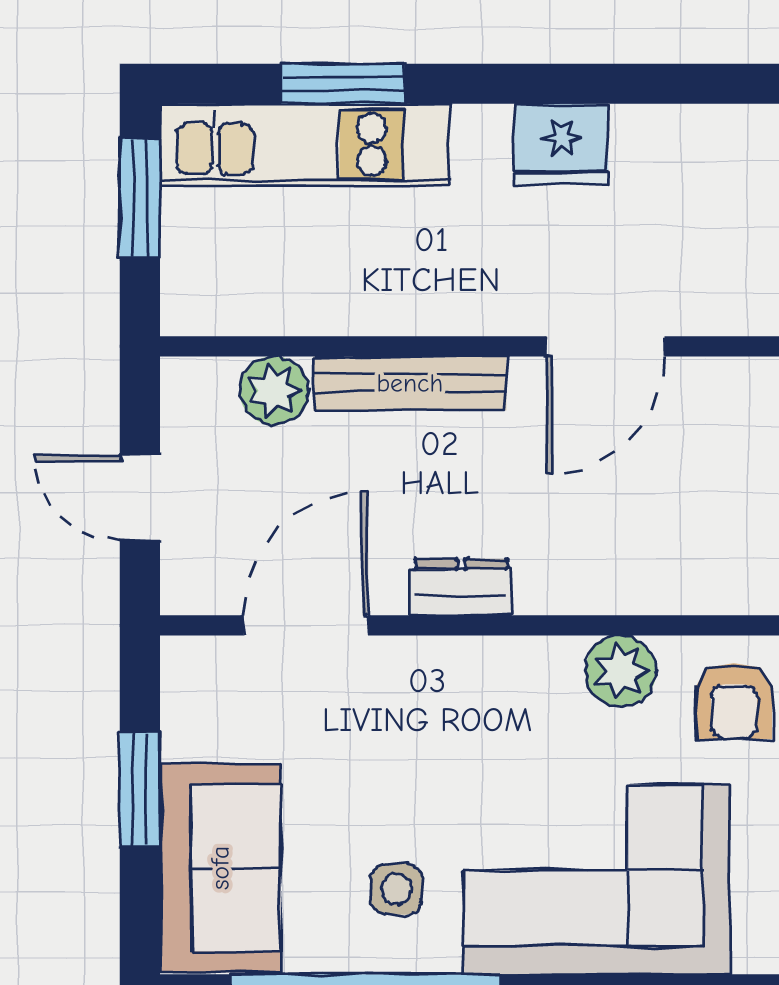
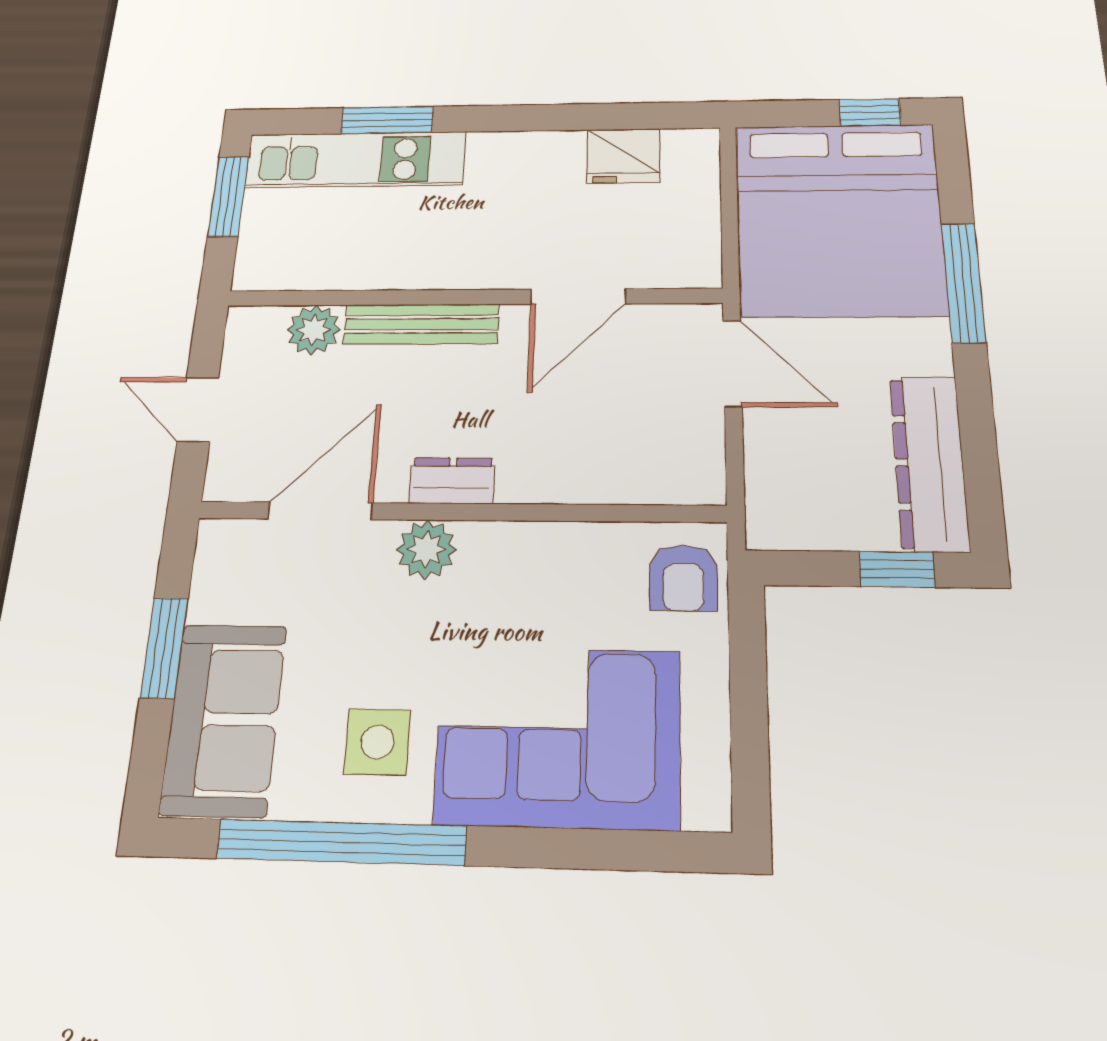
fridge: (561, 144) -> (623, 156), moved
plant: (621, 671) -> (426, 549), moved
side table: (397, 889) -> (377, 742), width x1.37, depth x1.37

